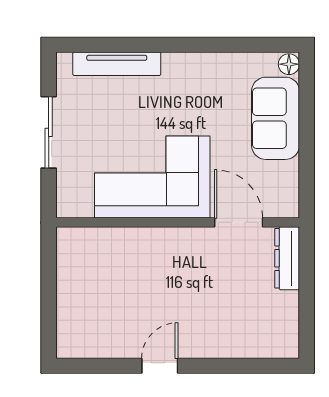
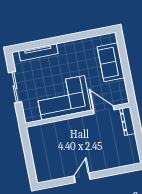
floor lamp: (289, 64) -> (112, 38), removed

